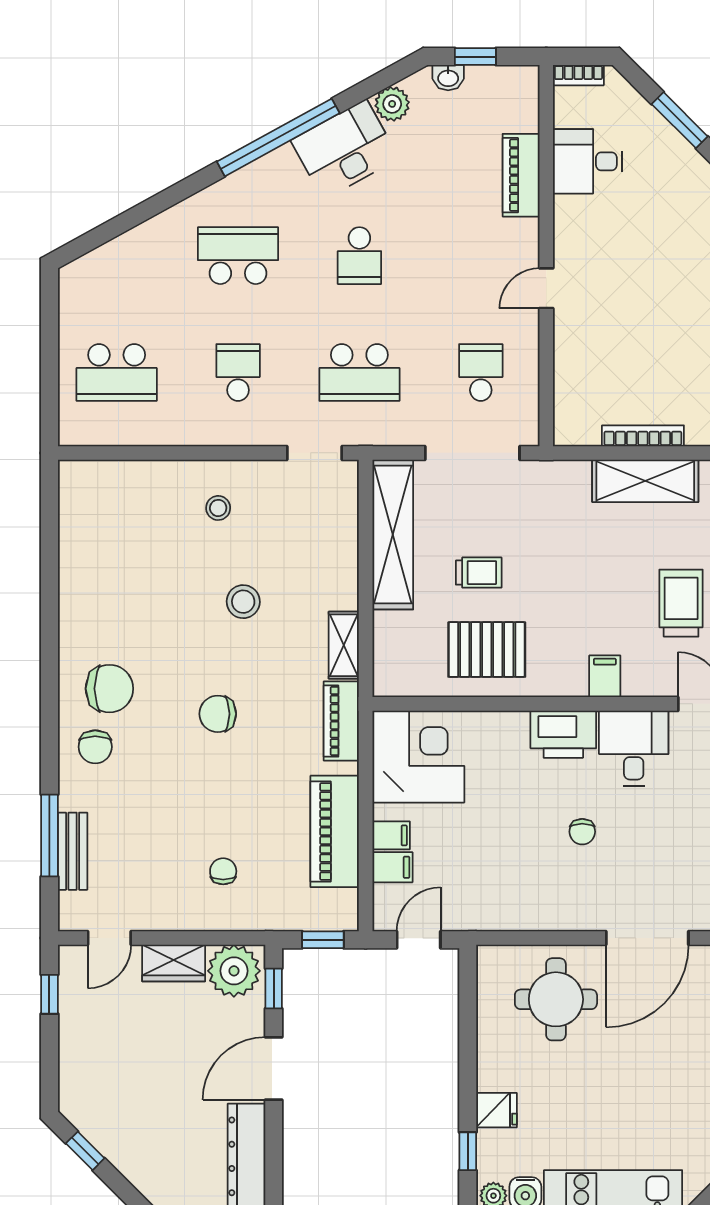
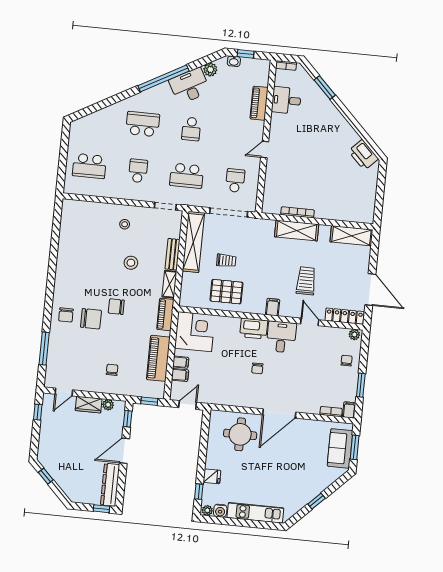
chair: (109, 689) -> (91, 319), moved
bench: (73, 851) -> (173, 254), moved
plant: (234, 971) -> (108, 405), width x0.53, depth x0.53

